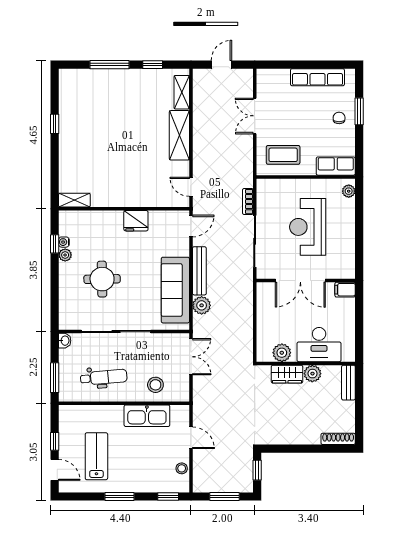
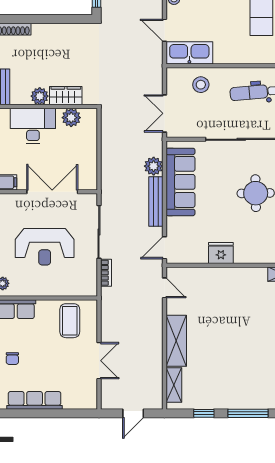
coffee table: (283, 155) -> (70, 321), turned 90
reception desk: (308, 227) -> (45, 247), turned 90
kitchen sink: (147, 416) -> (189, 53), moved

